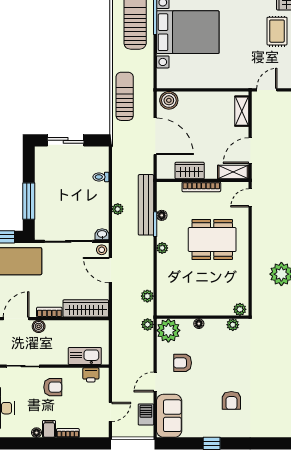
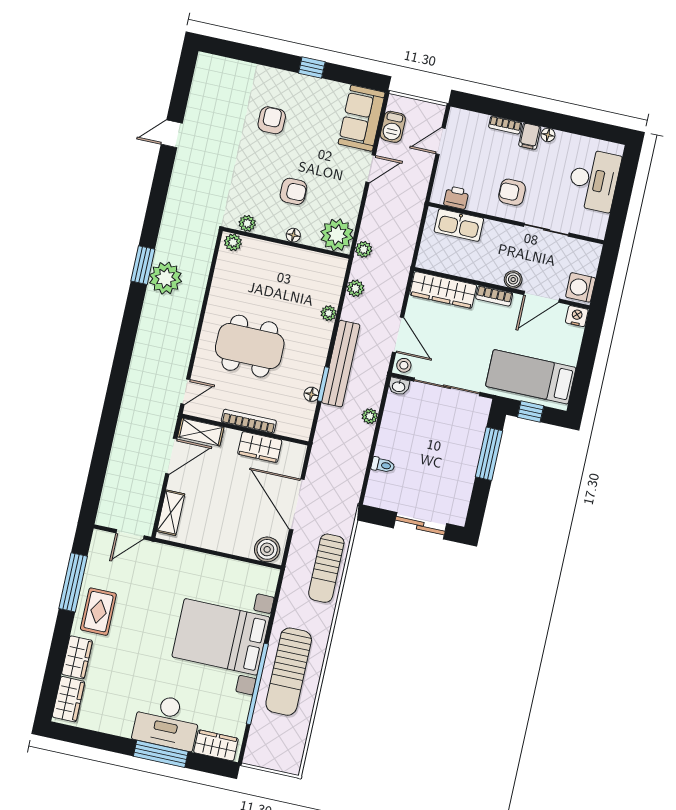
bench: (146, 205) -> (341, 364), moved
plant: (162, 248) -> (329, 313), moved
armchair: (183, 363) -> (293, 191), moved

